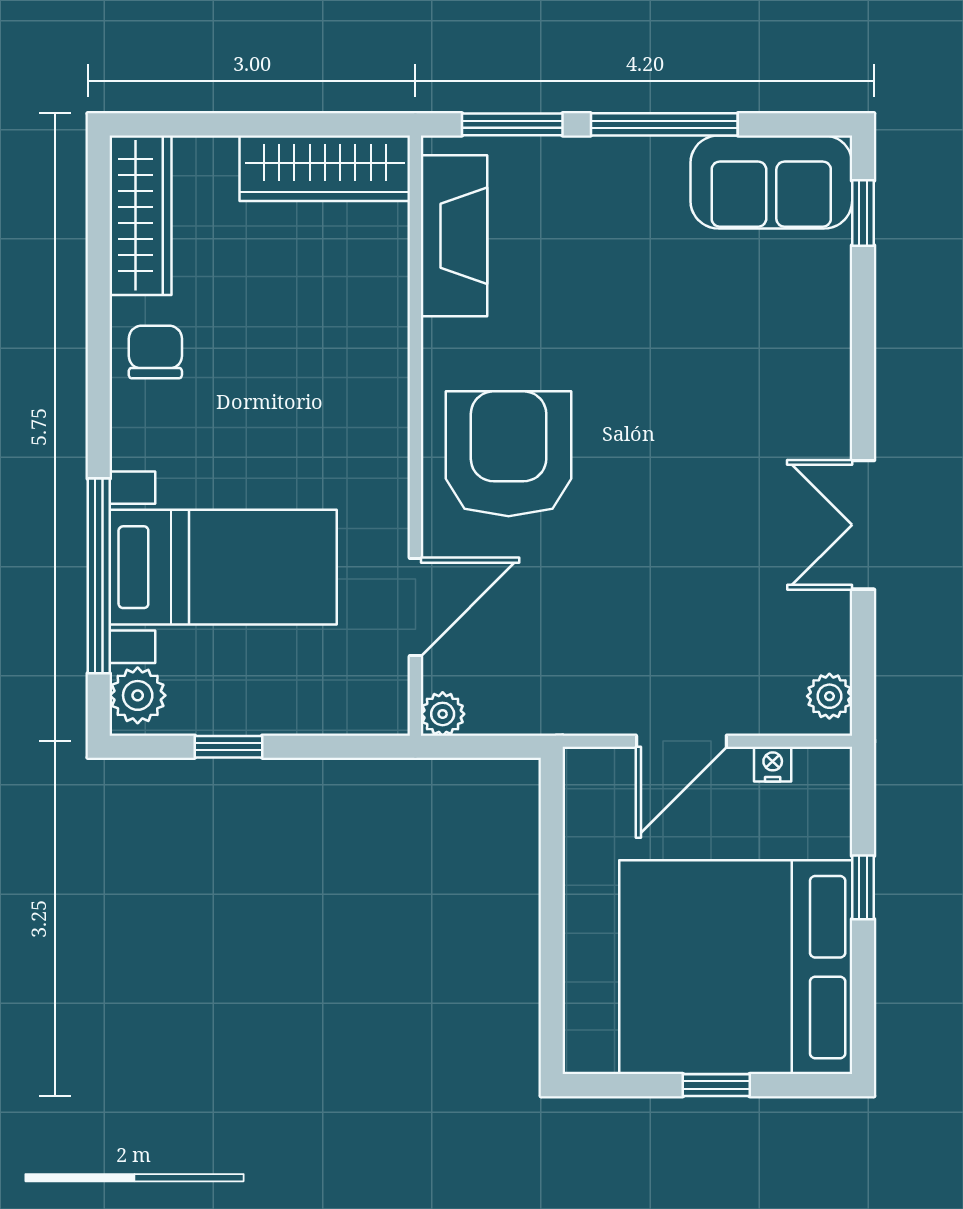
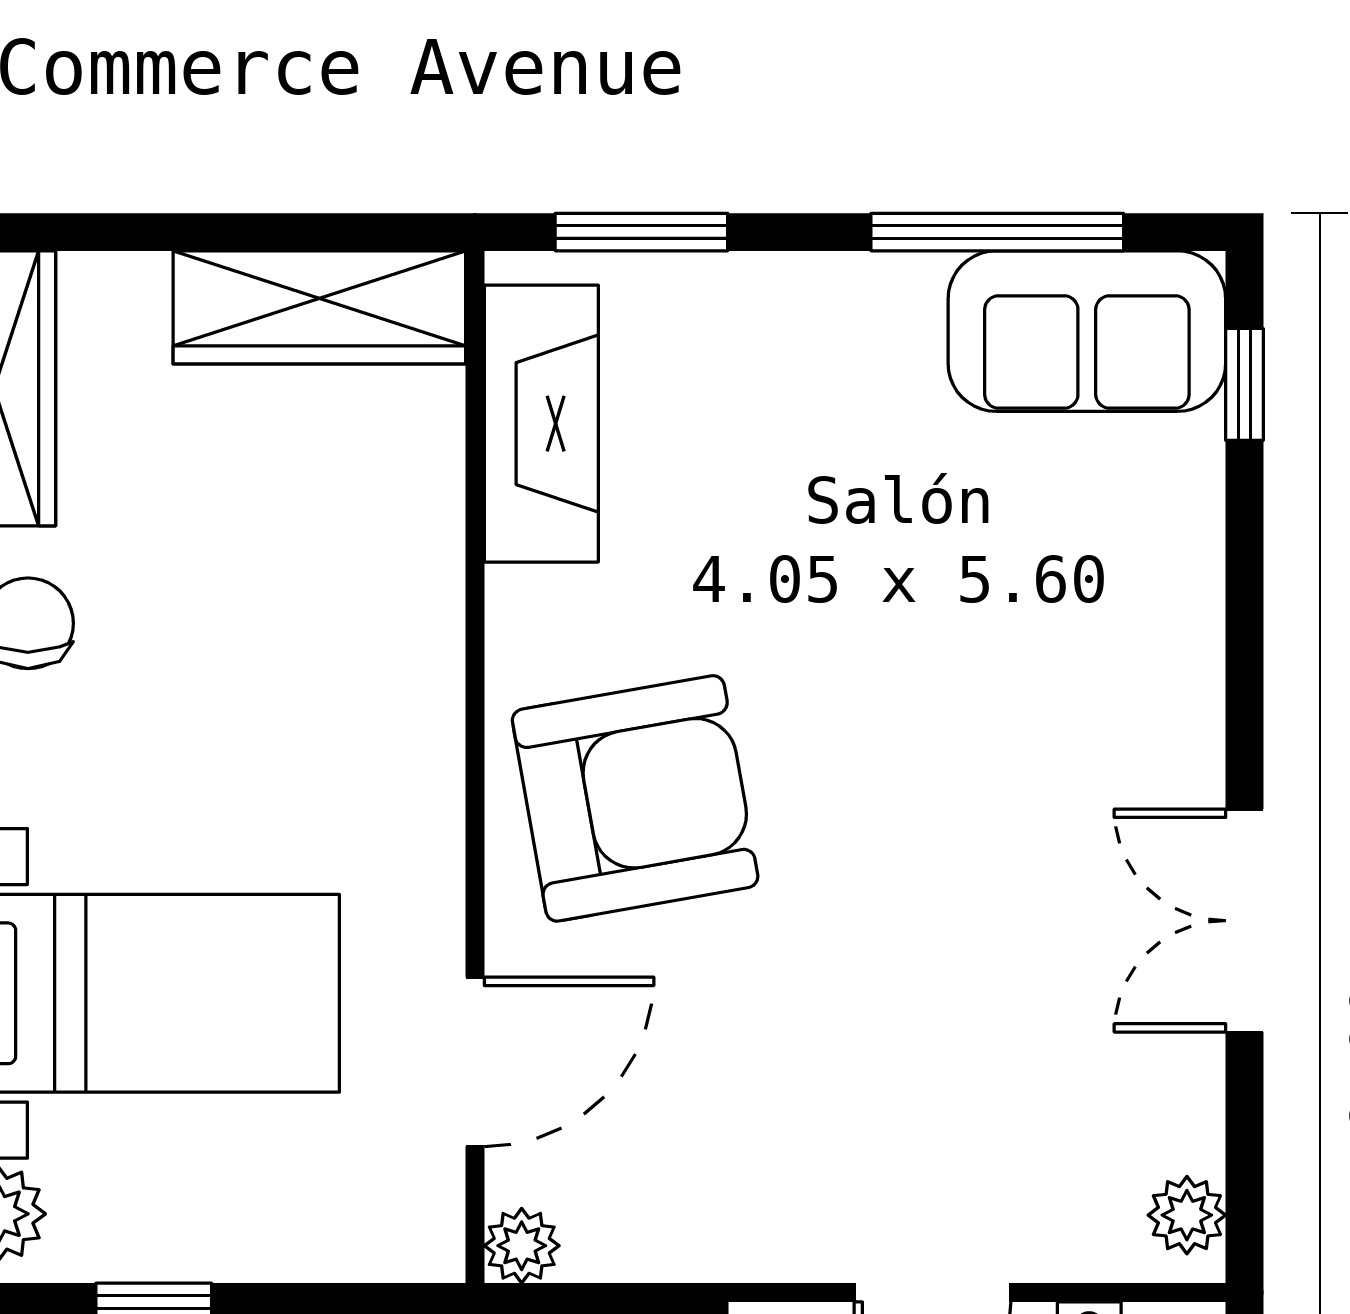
window: (664, 124) -> (997, 232), moved
armchair: (509, 454) -> (635, 798), turned 80

